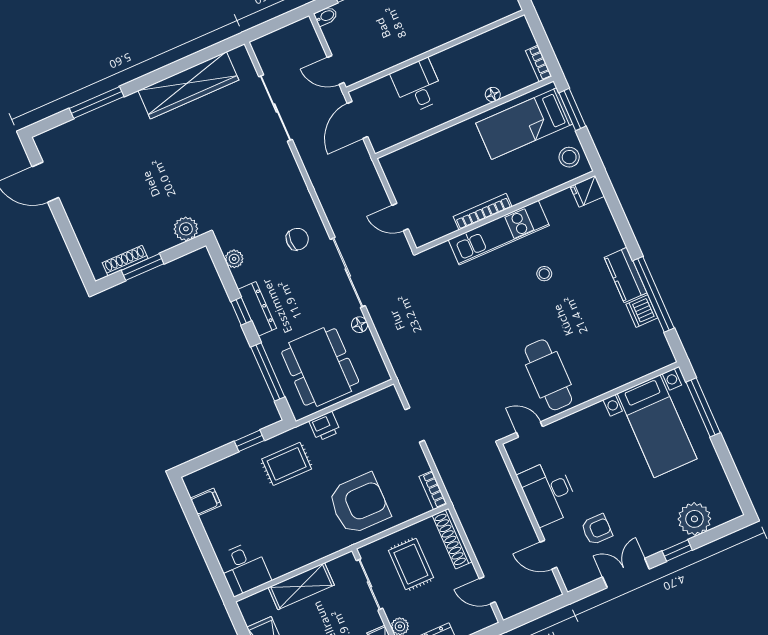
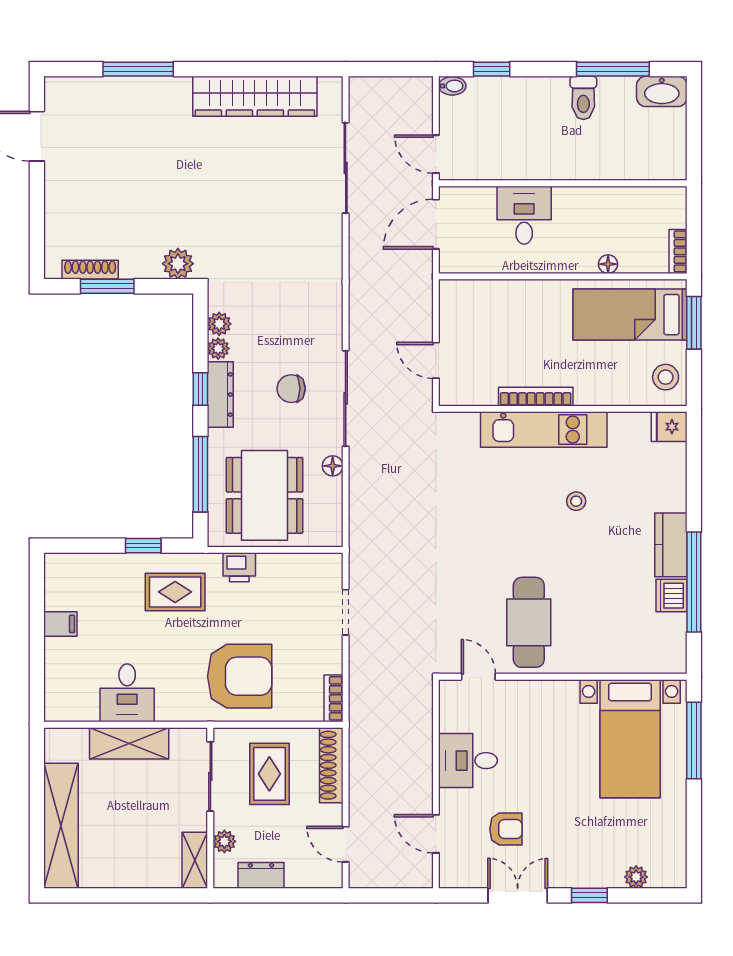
chair: (297, 239) -> (291, 389), moved, turned 180
plant: (241, 277) -> (218, 349), added
desk: (548, 492) -> (468, 761), width x0.73
filing cabinet: (206, 502) -> (60, 624), moved
plant: (694, 519) -> (636, 877), width x0.53, depth x0.53
desk: (244, 568) -> (127, 693), moved

